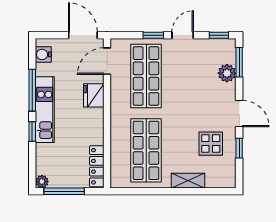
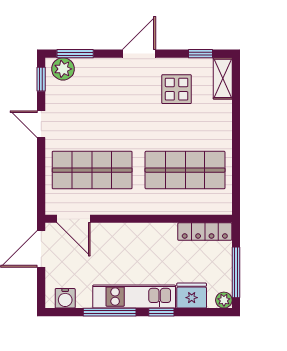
window: (153, 35) -> (41, 161), removed
plant: (227, 73) -> (63, 69), moved
fridge: (94, 95) -> (192, 296), moved, turned 180
window: (239, 148) -> (201, 54), moved
shelving: (188, 181) -> (223, 78), moved

